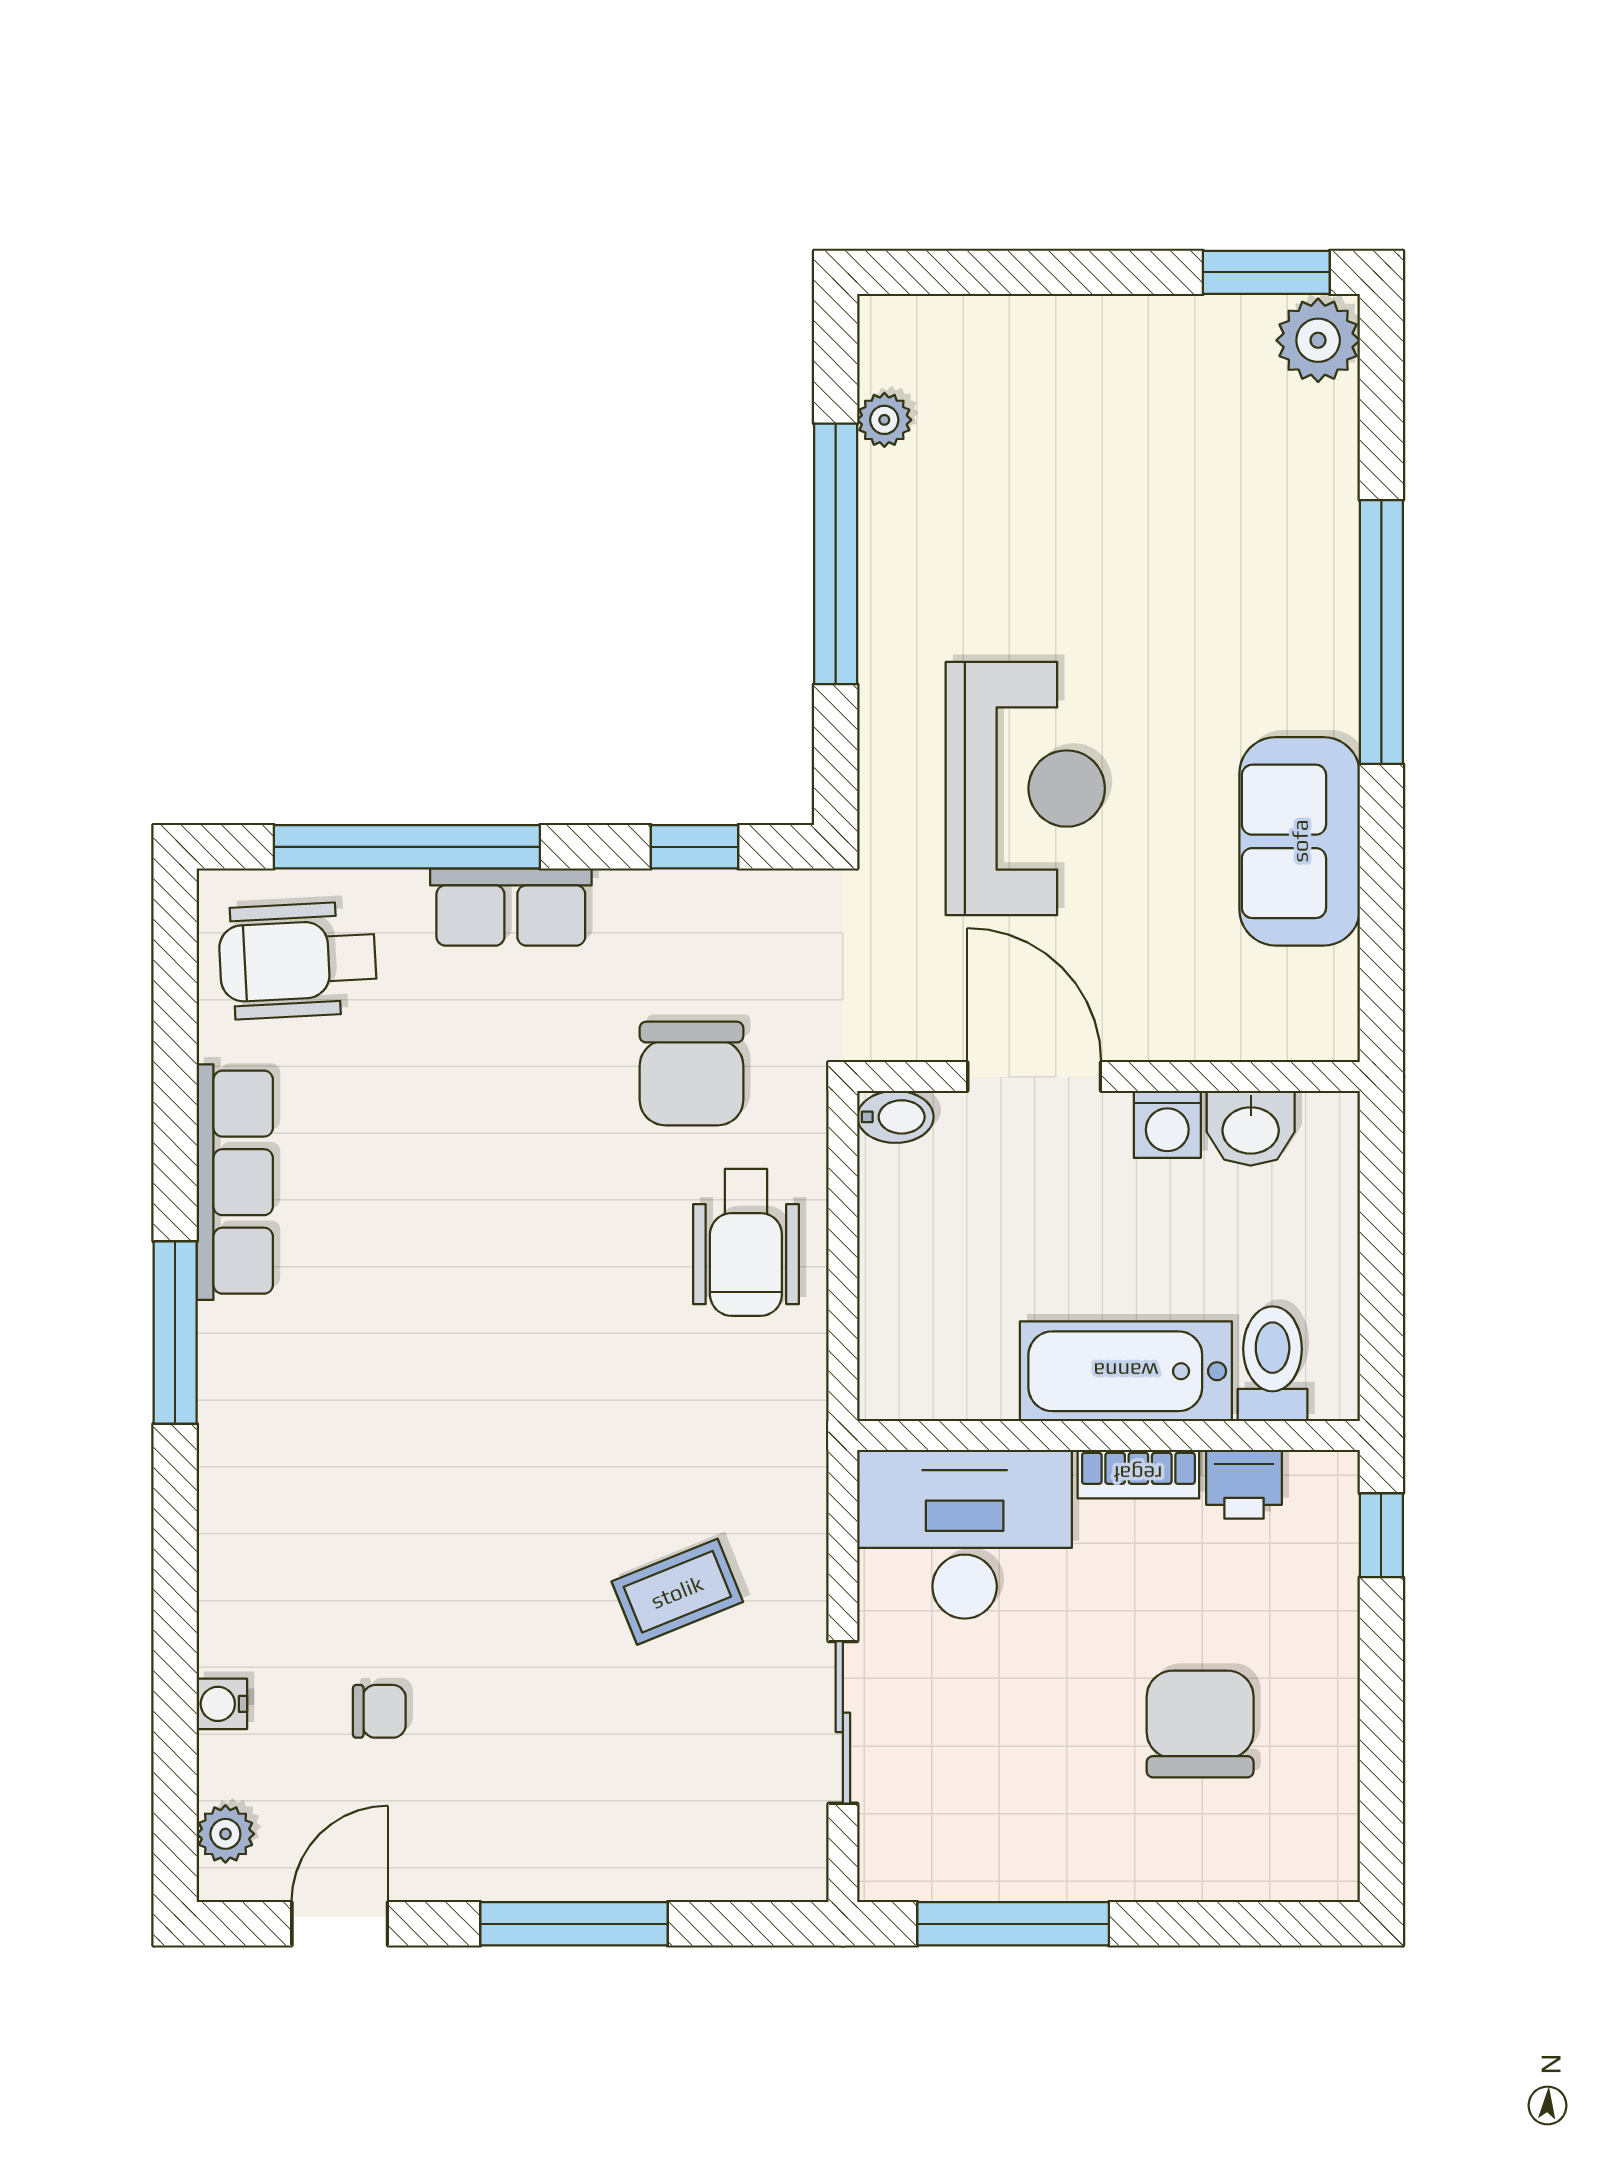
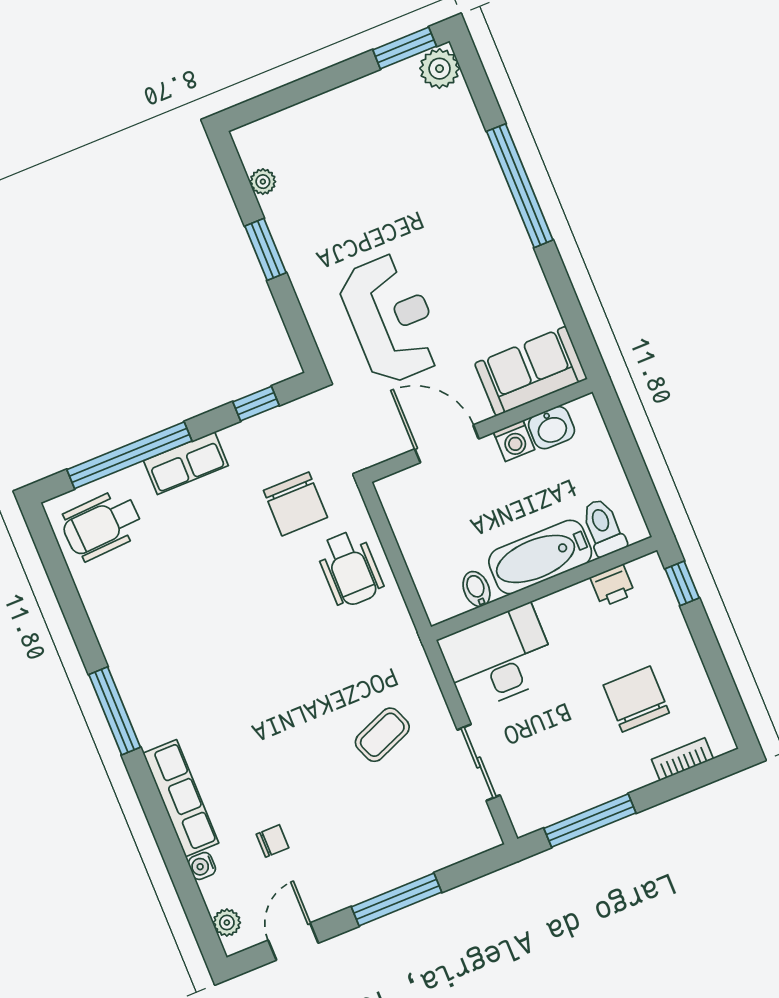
window: (836, 554) -> (266, 249), width x0.47
sofa: (1300, 841) -> (531, 371), moved, turned 90
bidet: (895, 1117) -> (476, 589), moved, turned -90
row of seats: (235, 1182) -> (181, 798), moved
bookcase: (1138, 1474) -> (682, 759), moved, turned 180

